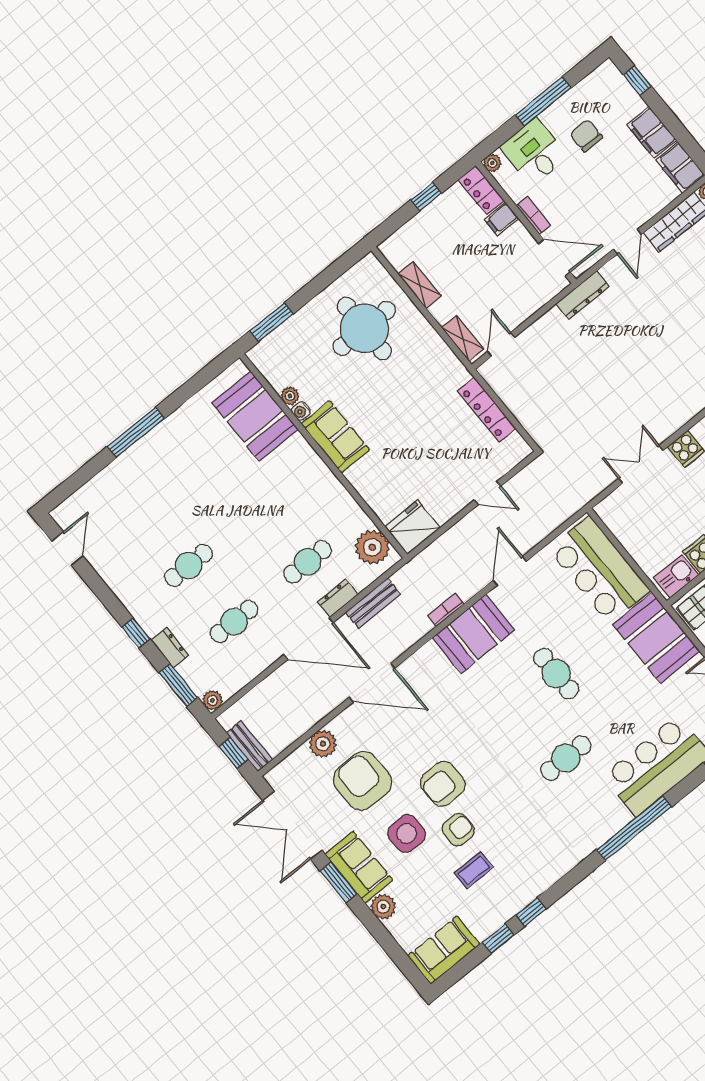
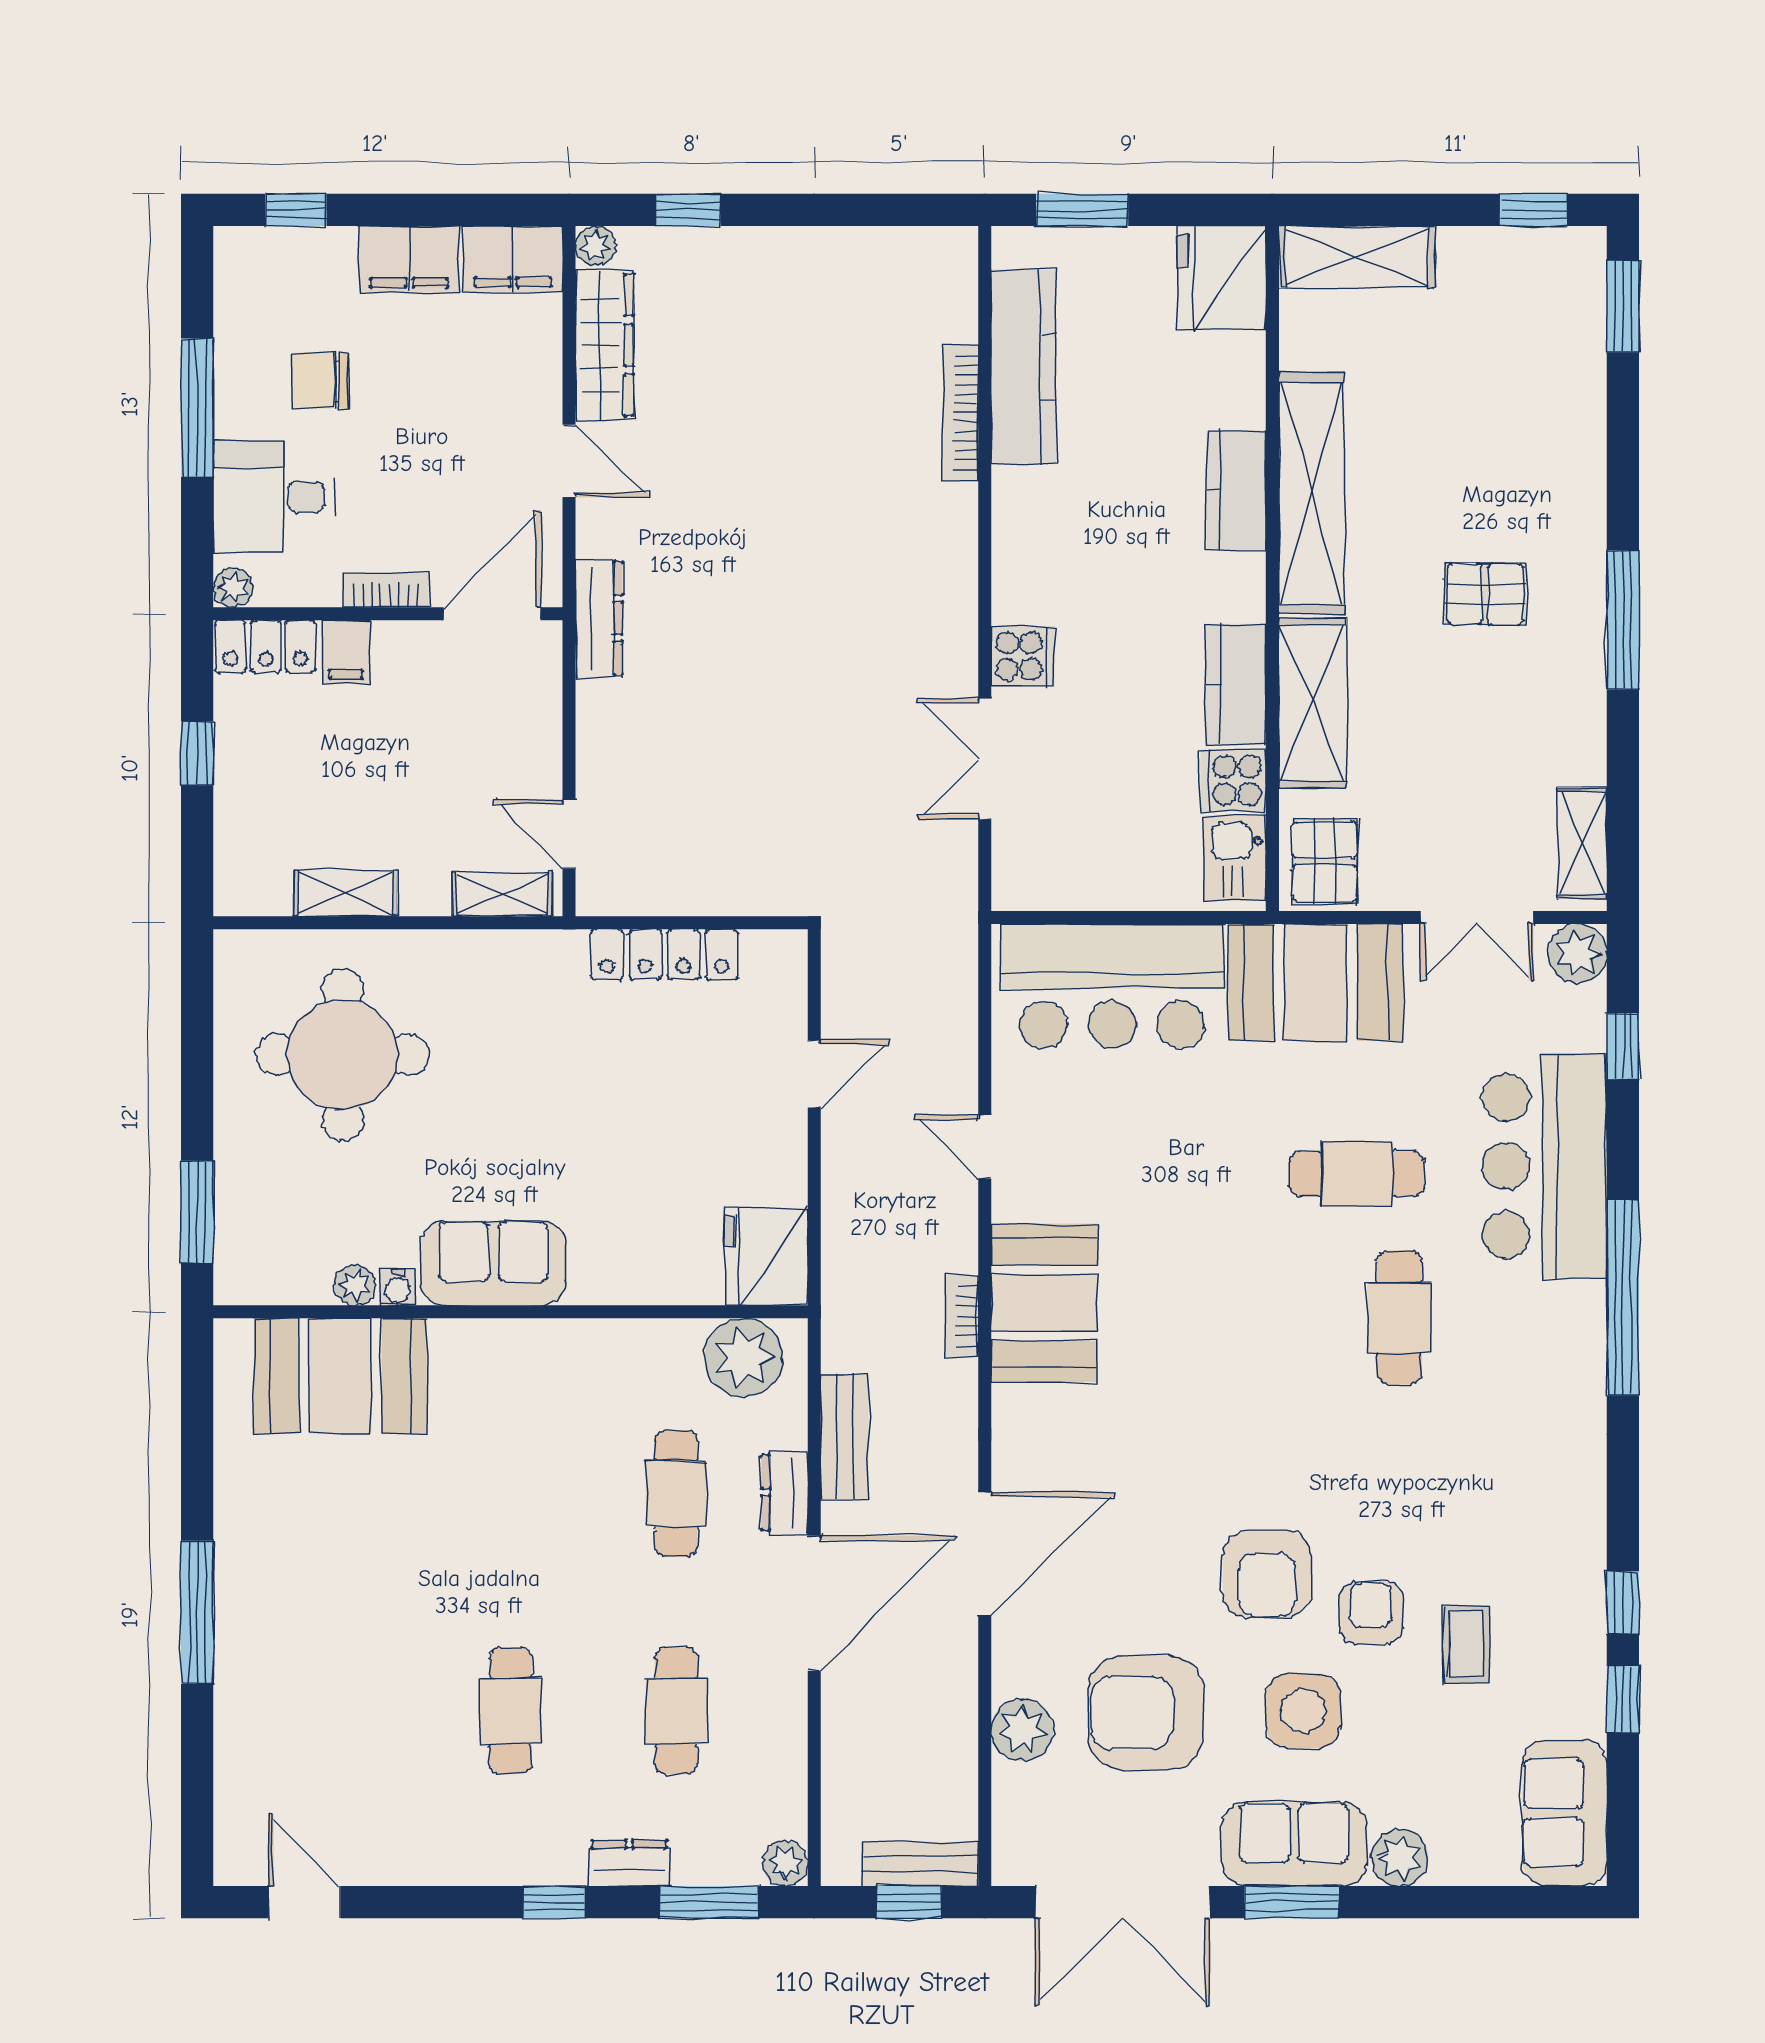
door: (510, 571) -> (985, 1147), width x0.73
cafe table: (556, 674) -> (1357, 1174), moved

